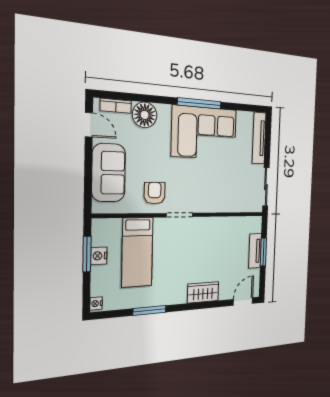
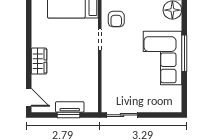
tv unit: (259, 138) -> (161, 107), removed
armchair: (155, 193) -> (116, 19), turned 90
window: (149, 310) -> (29, 17), removed

